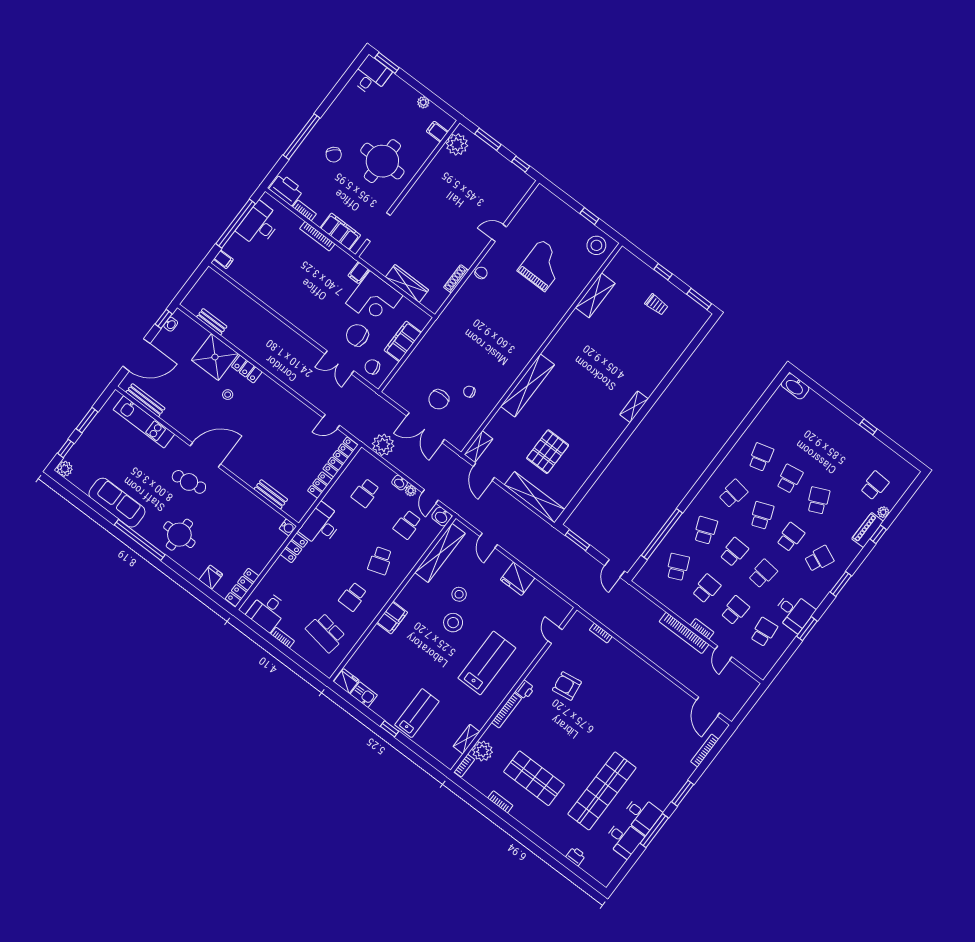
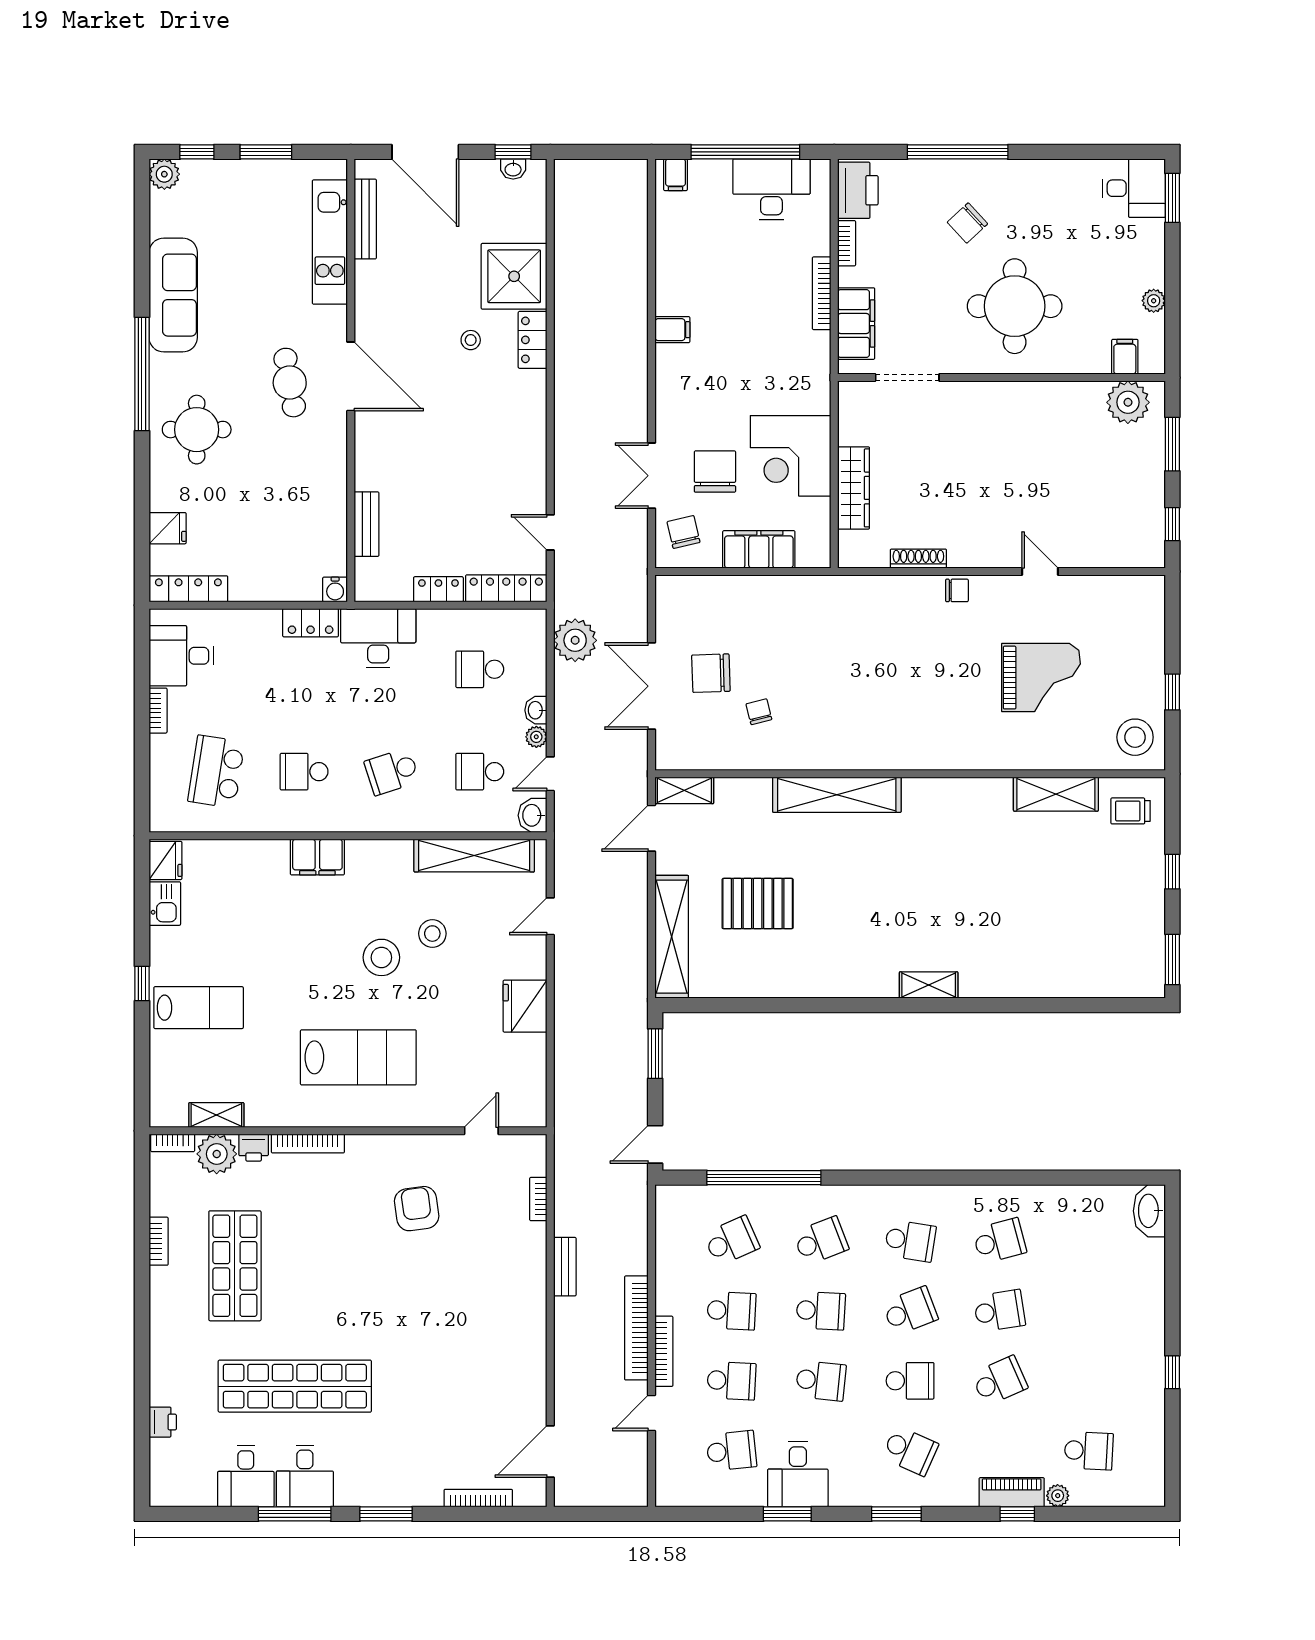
filing cabinet: (359, 273) -> (672, 330), moved, turned 180
trolley: (656, 305) -> (1131, 811), moved, turned 90
bench: (212, 322) -> (565, 1267), moved
bookcase: (702, 629) -> (664, 1351), width x1.56
printer: (525, 690) -> (254, 1148), moved

